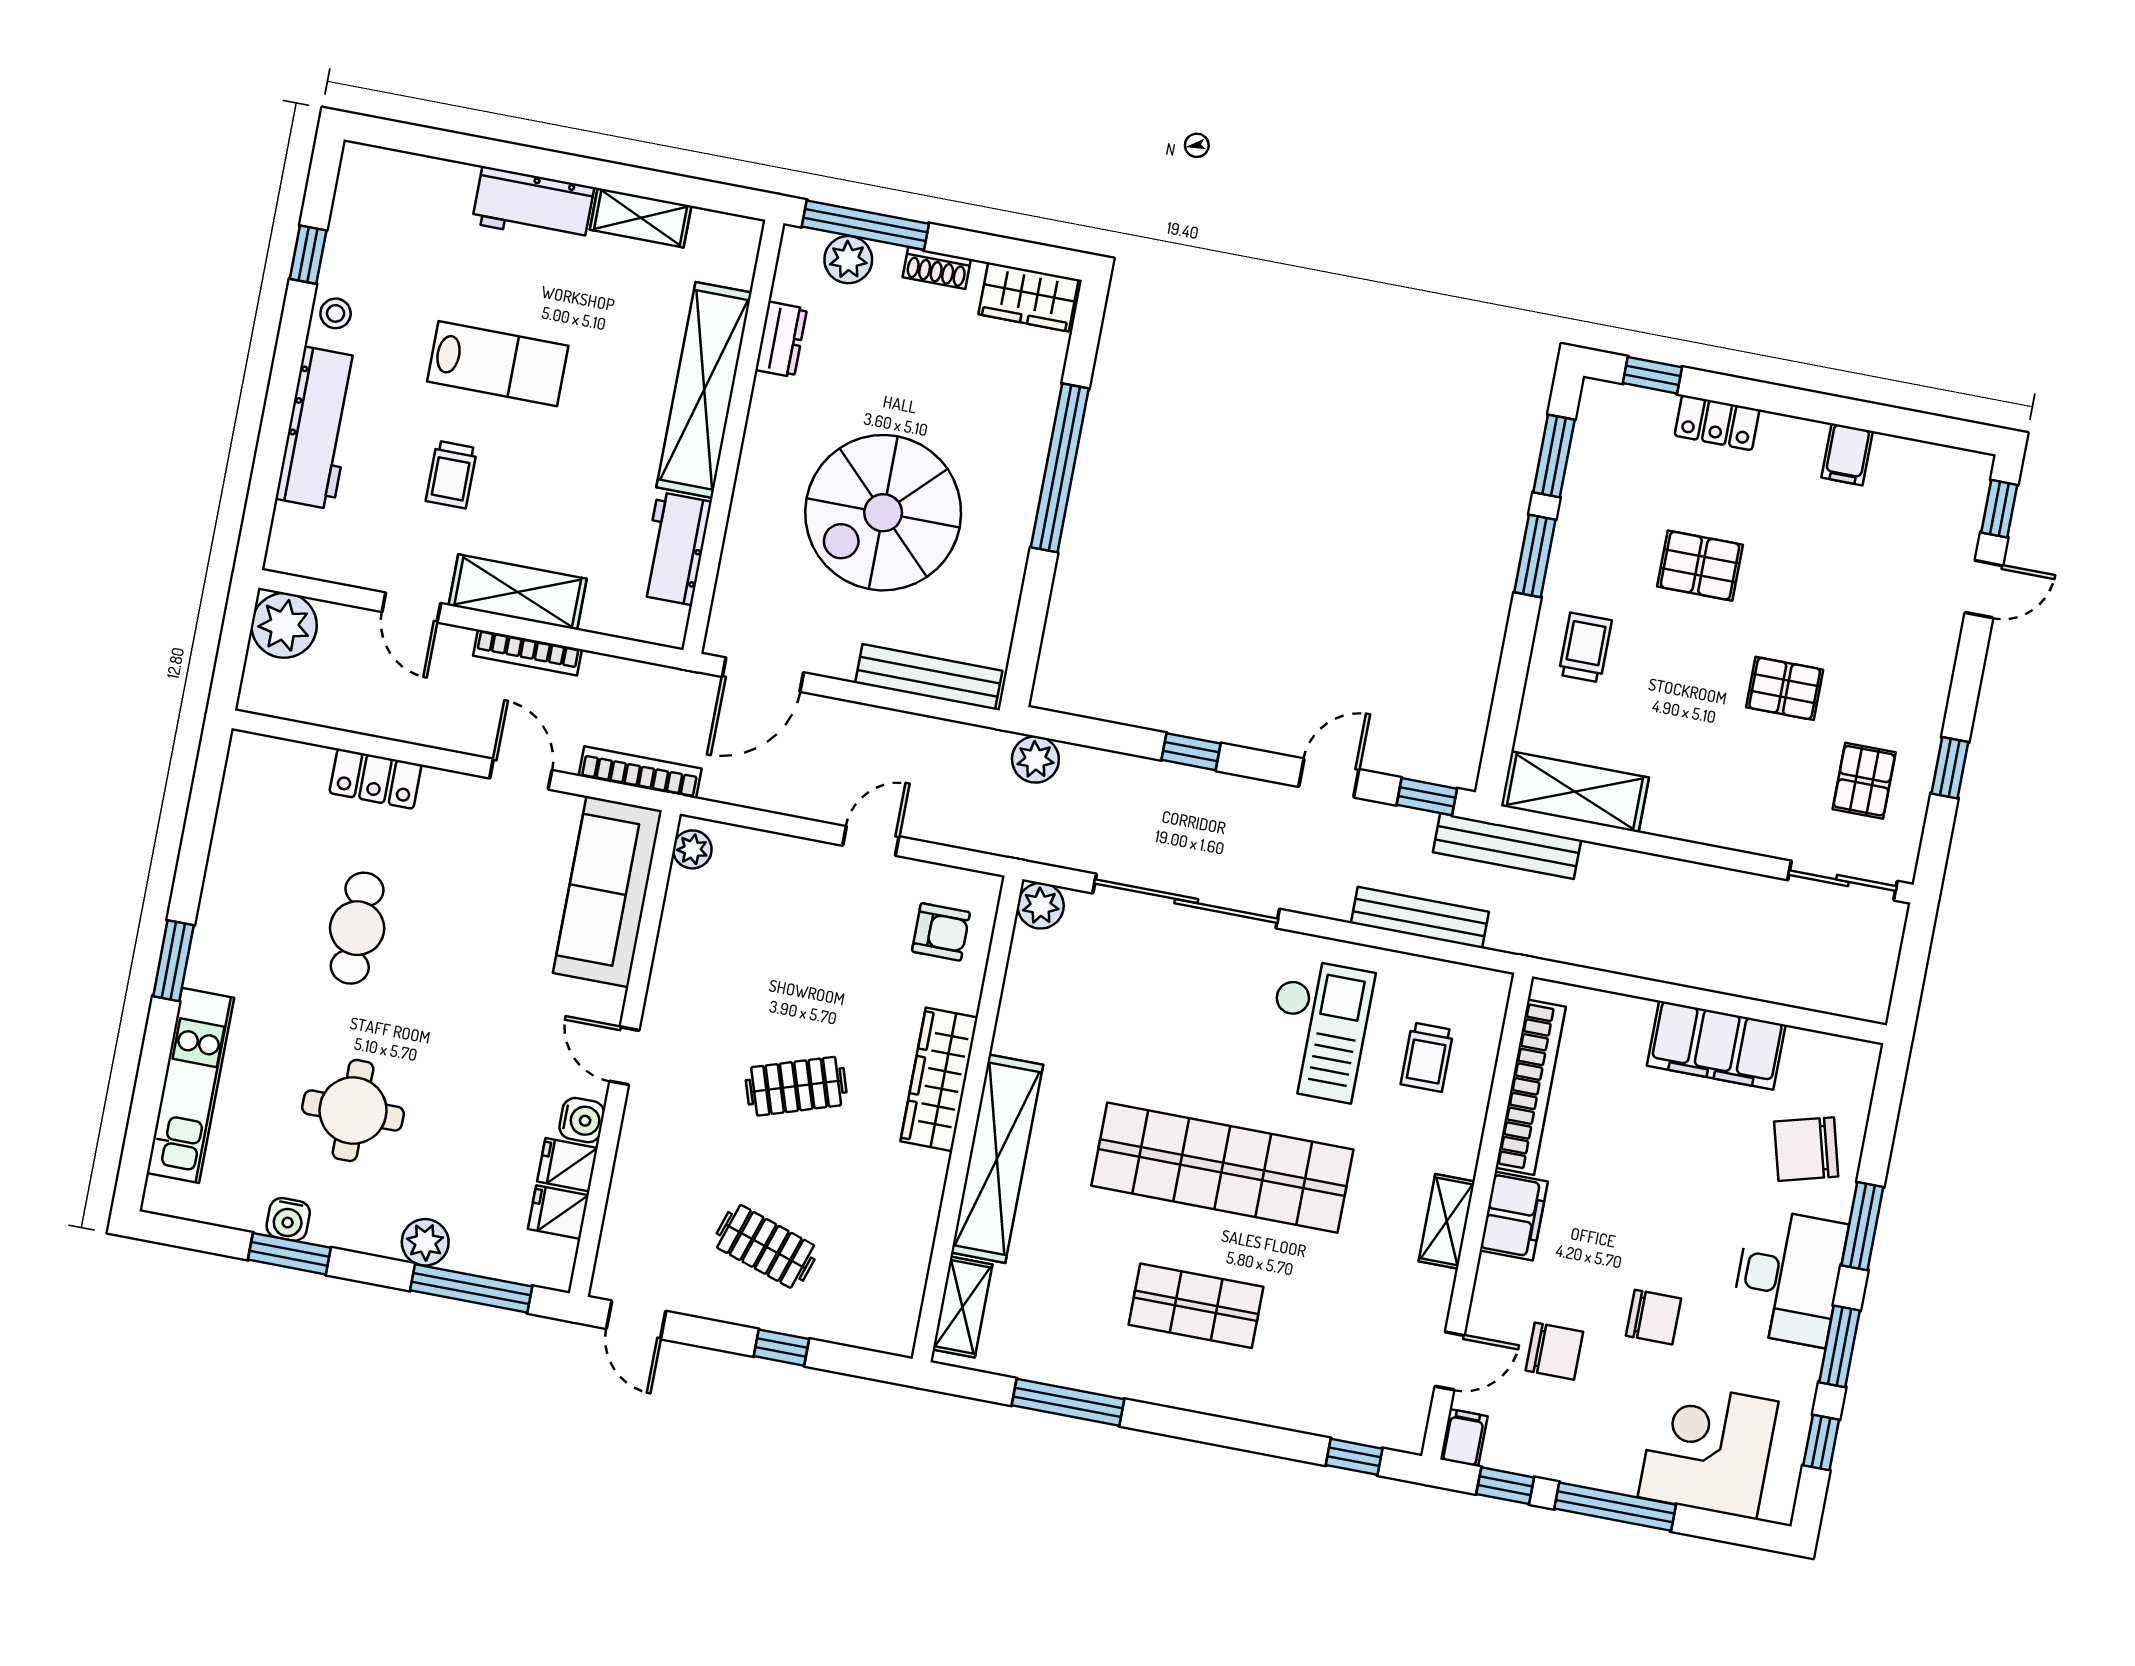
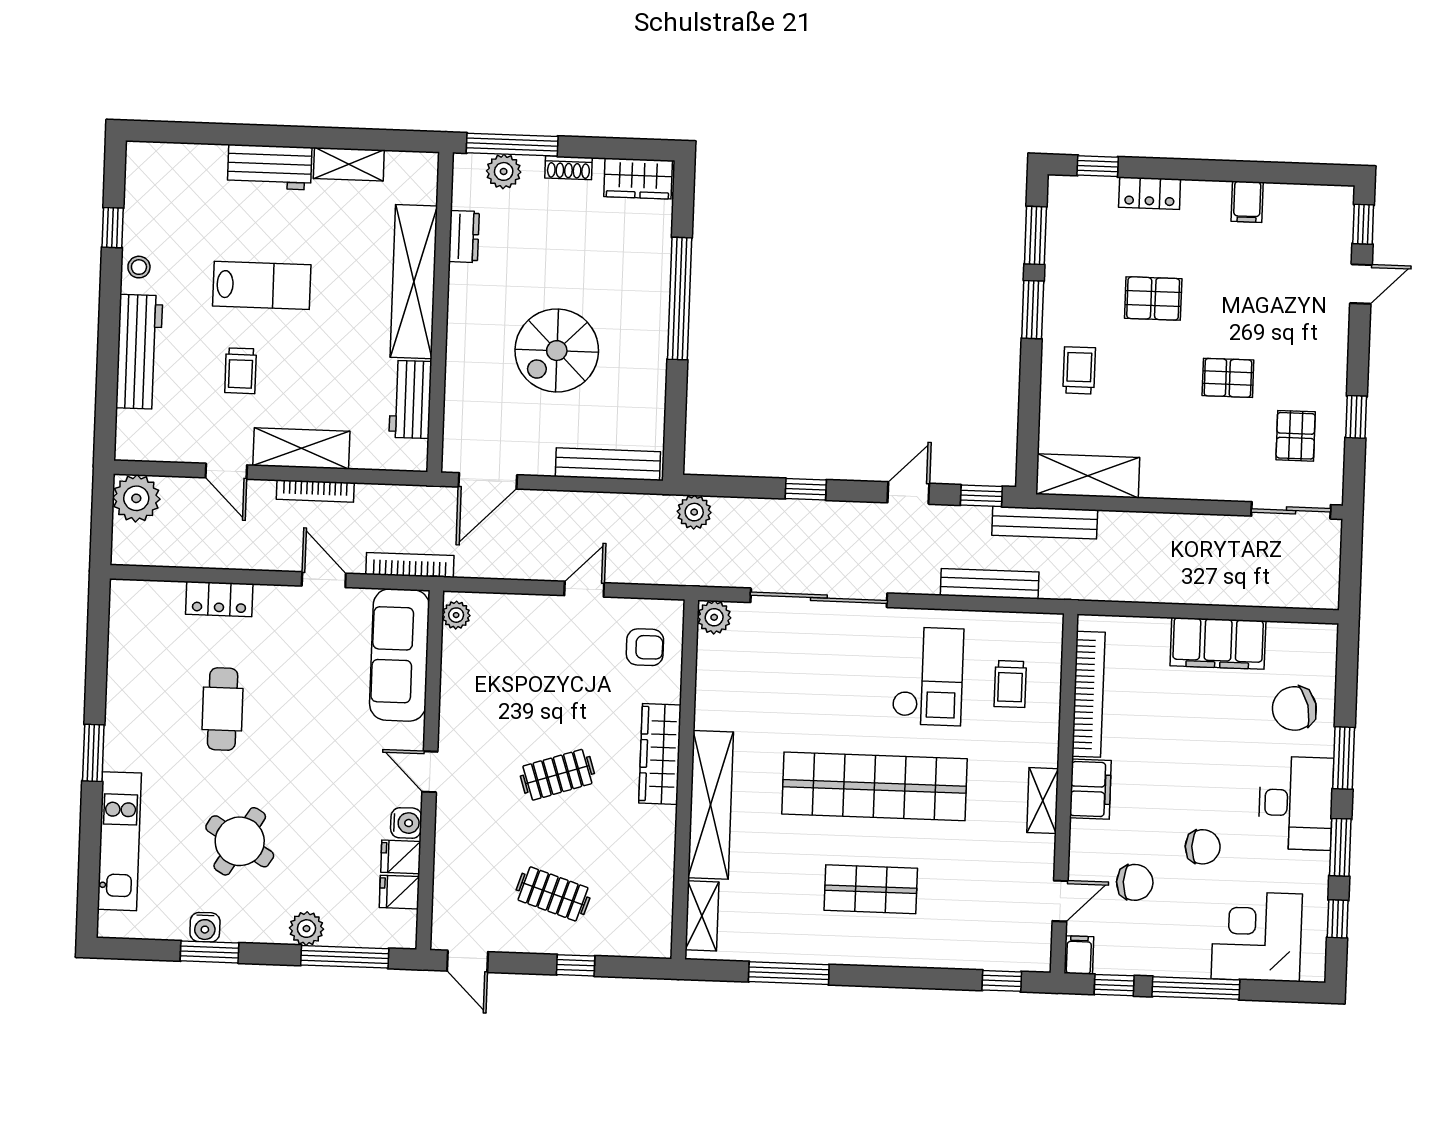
spiral stairs: (883, 513) -> (557, 351), width x0.73, depth x0.73
round table: (353, 1110) -> (240, 841), turned 31

